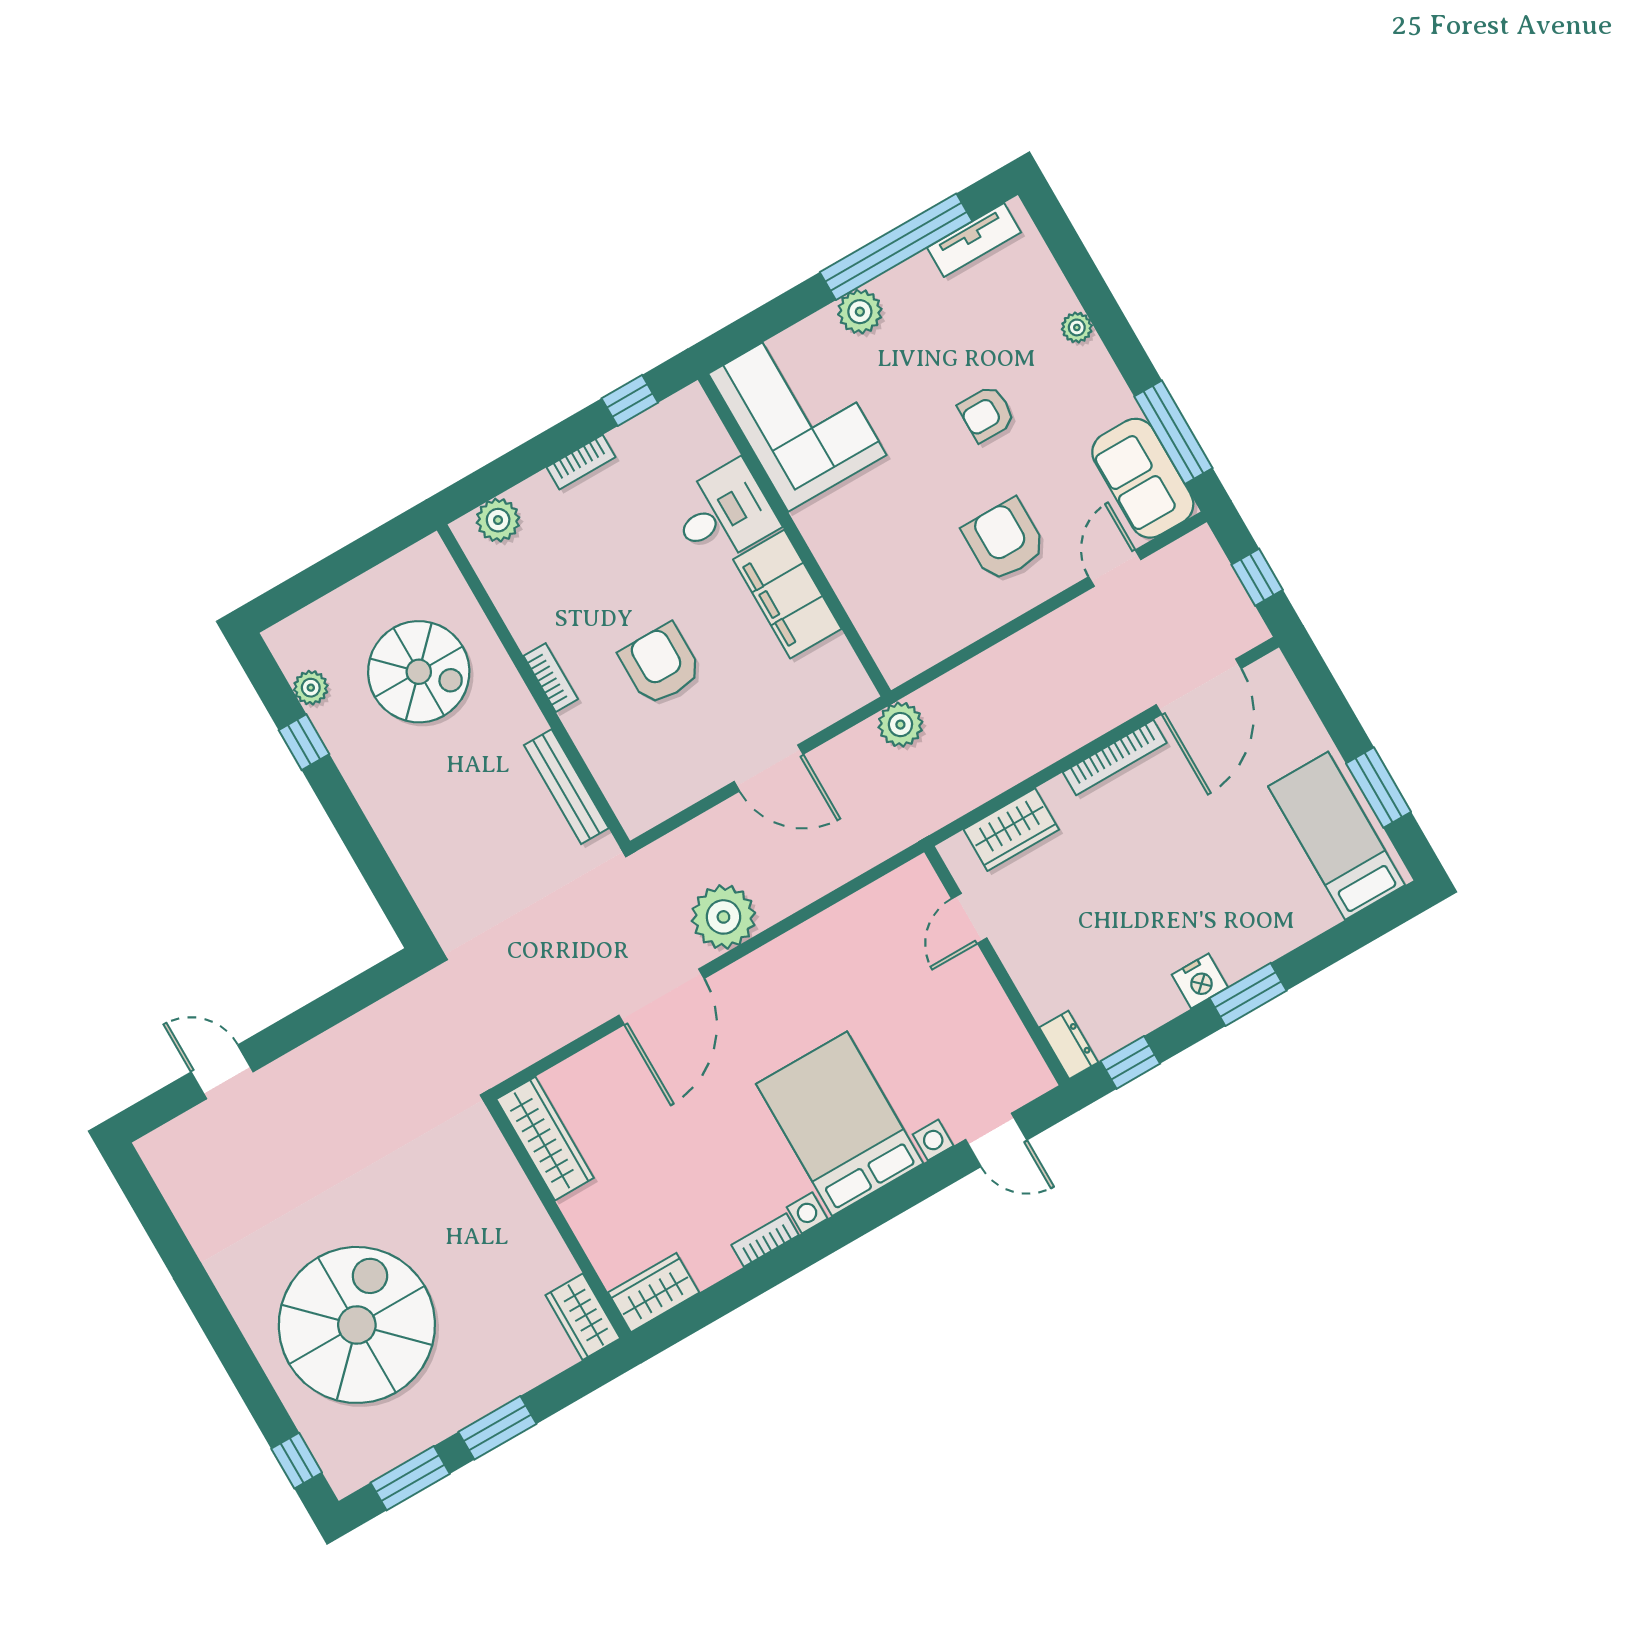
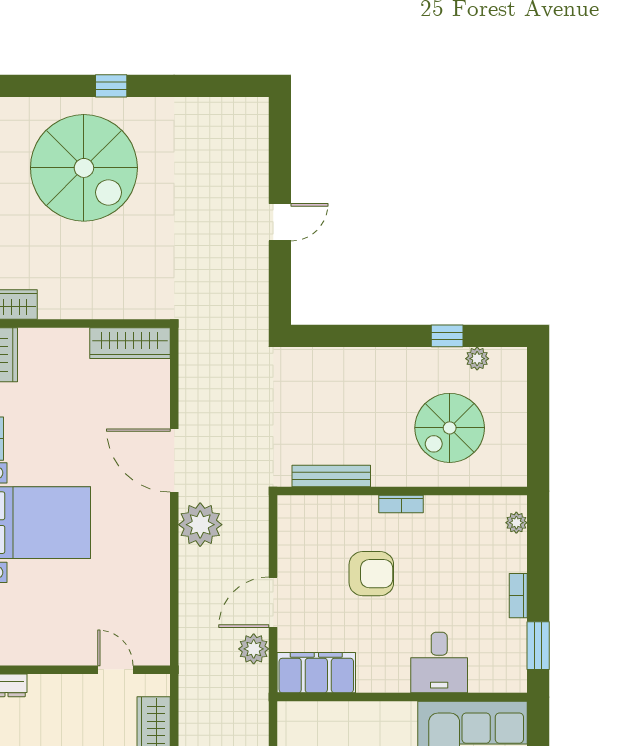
window: (630, 400) -> (538, 646), width x1.50
plant: (498, 520) -> (516, 523), width x0.73, depth x0.73
filing cabinet: (787, 594) -> (316, 673), moved
plant: (900, 725) -> (254, 649), moved
door: (222, 1072) -> (280, 222), moved
window: (297, 1461) -> (111, 86), moved

